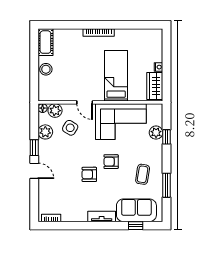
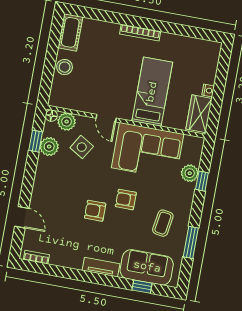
window: (34, 148) -> (36, 141), moved
door: (34, 171) -> (22, 217), moved

